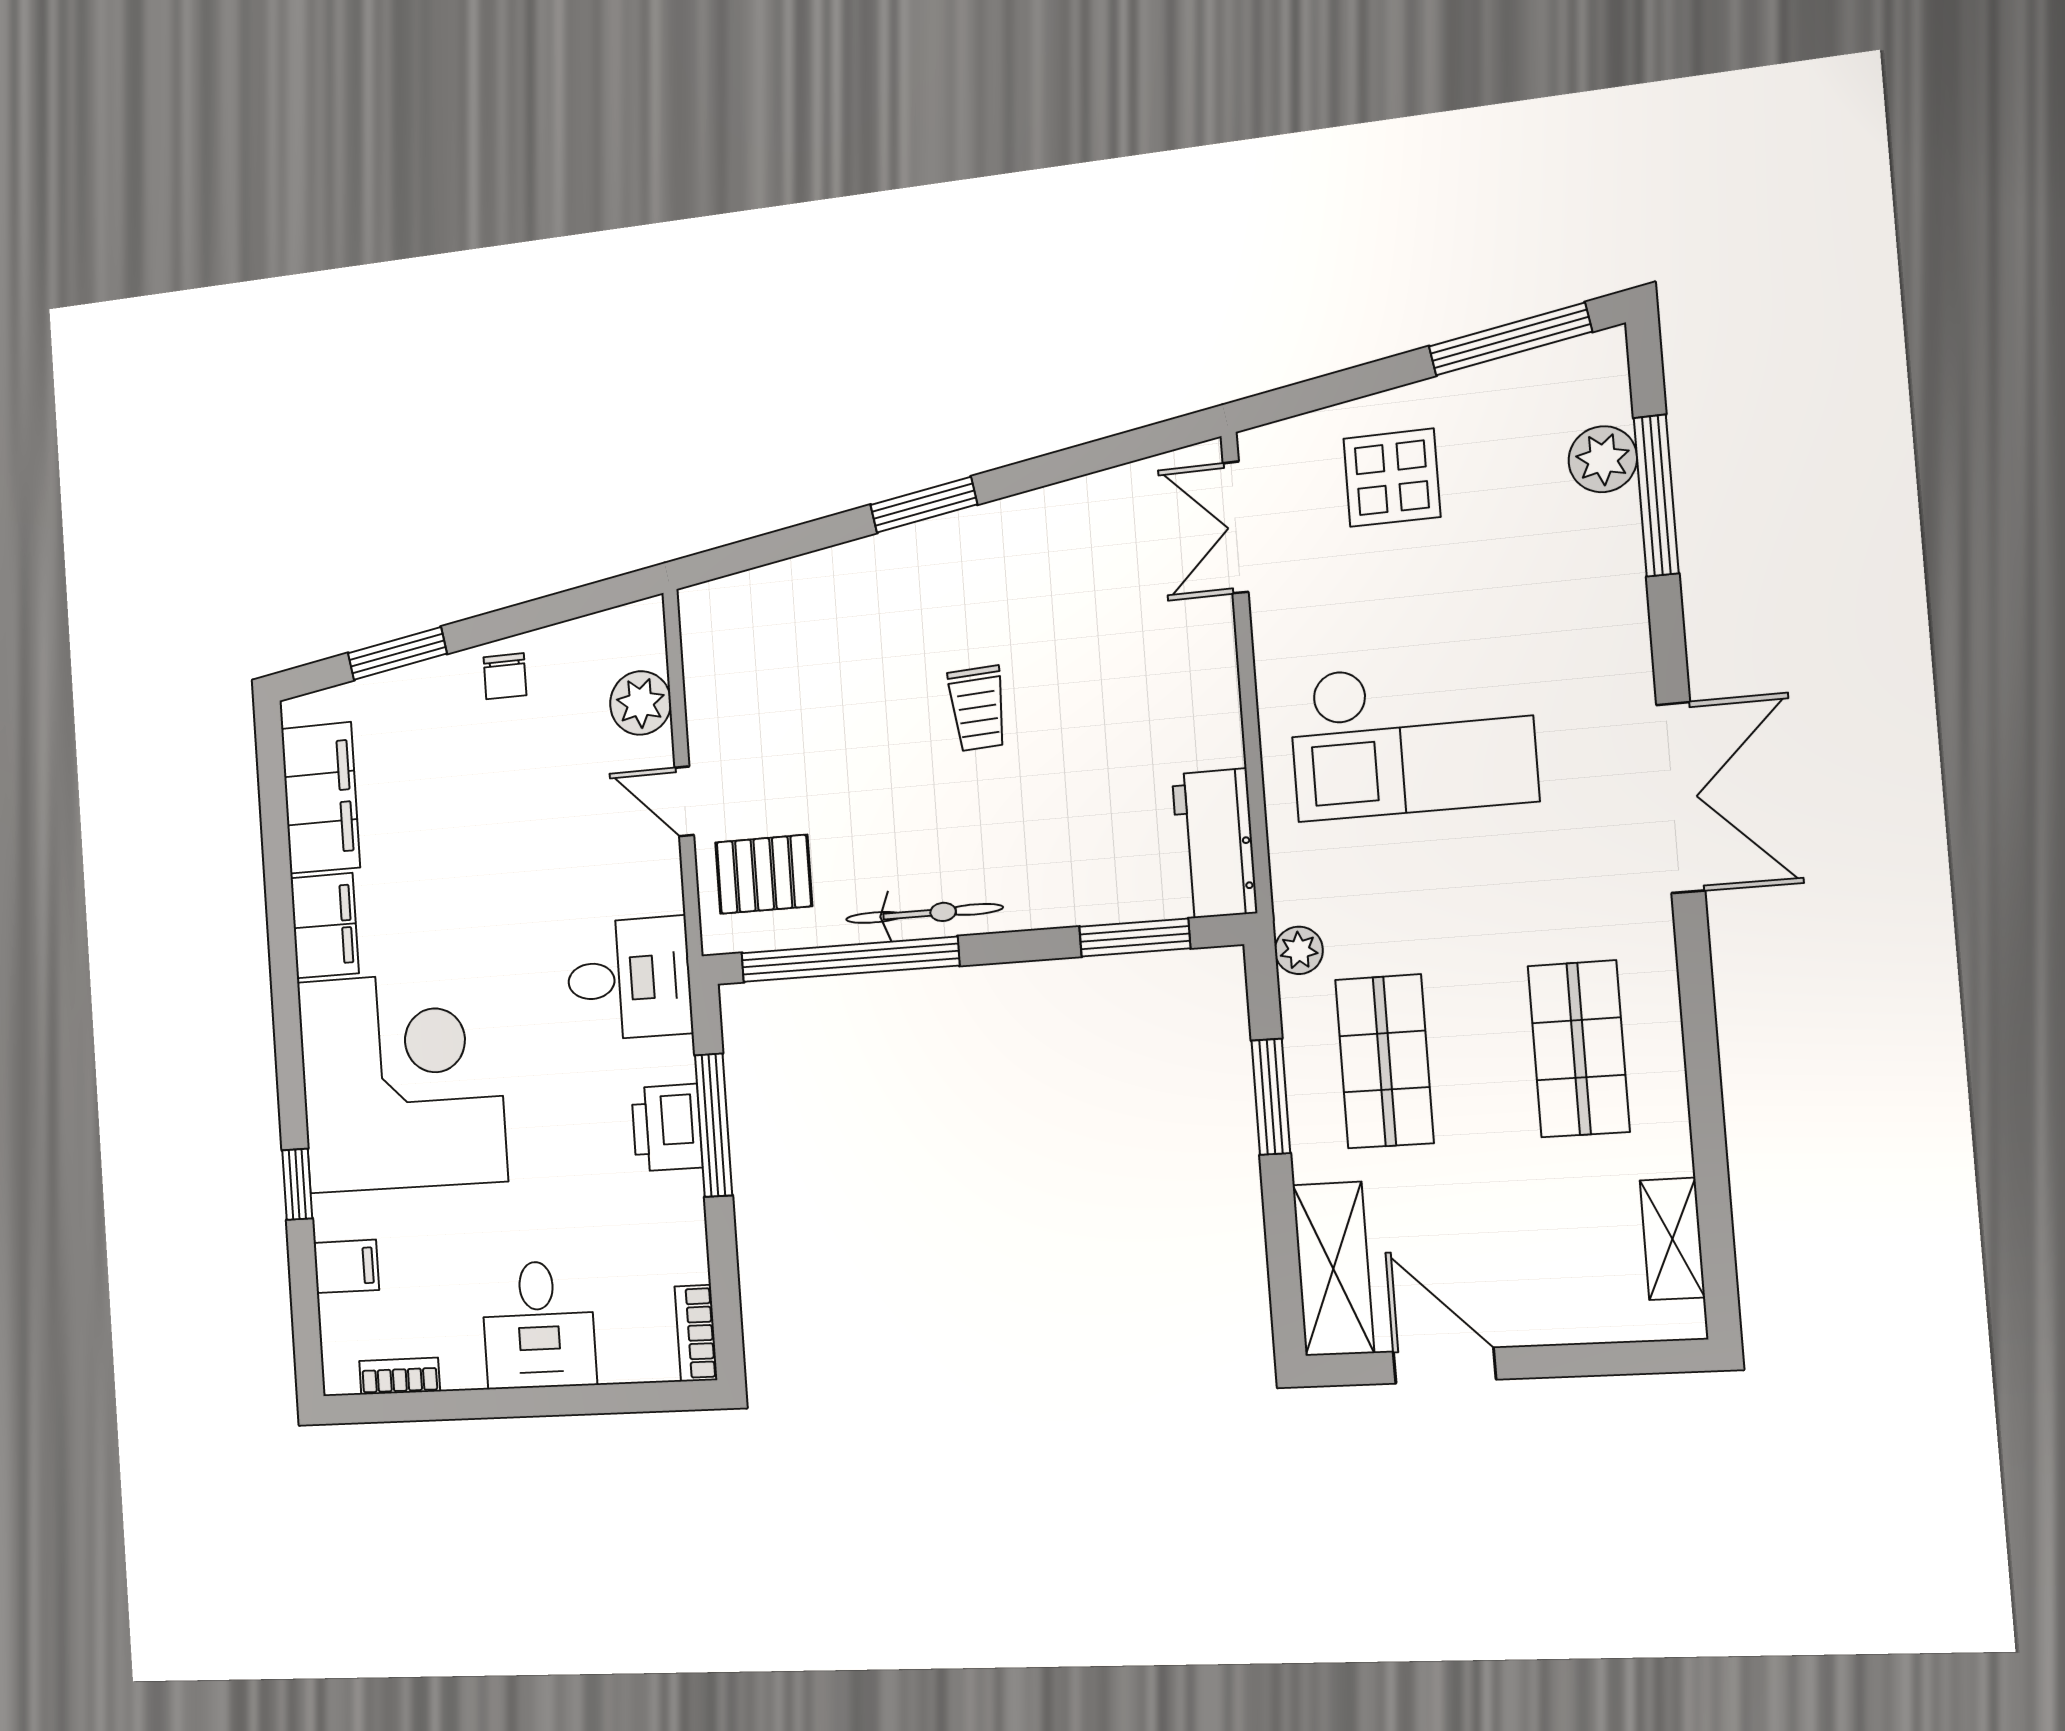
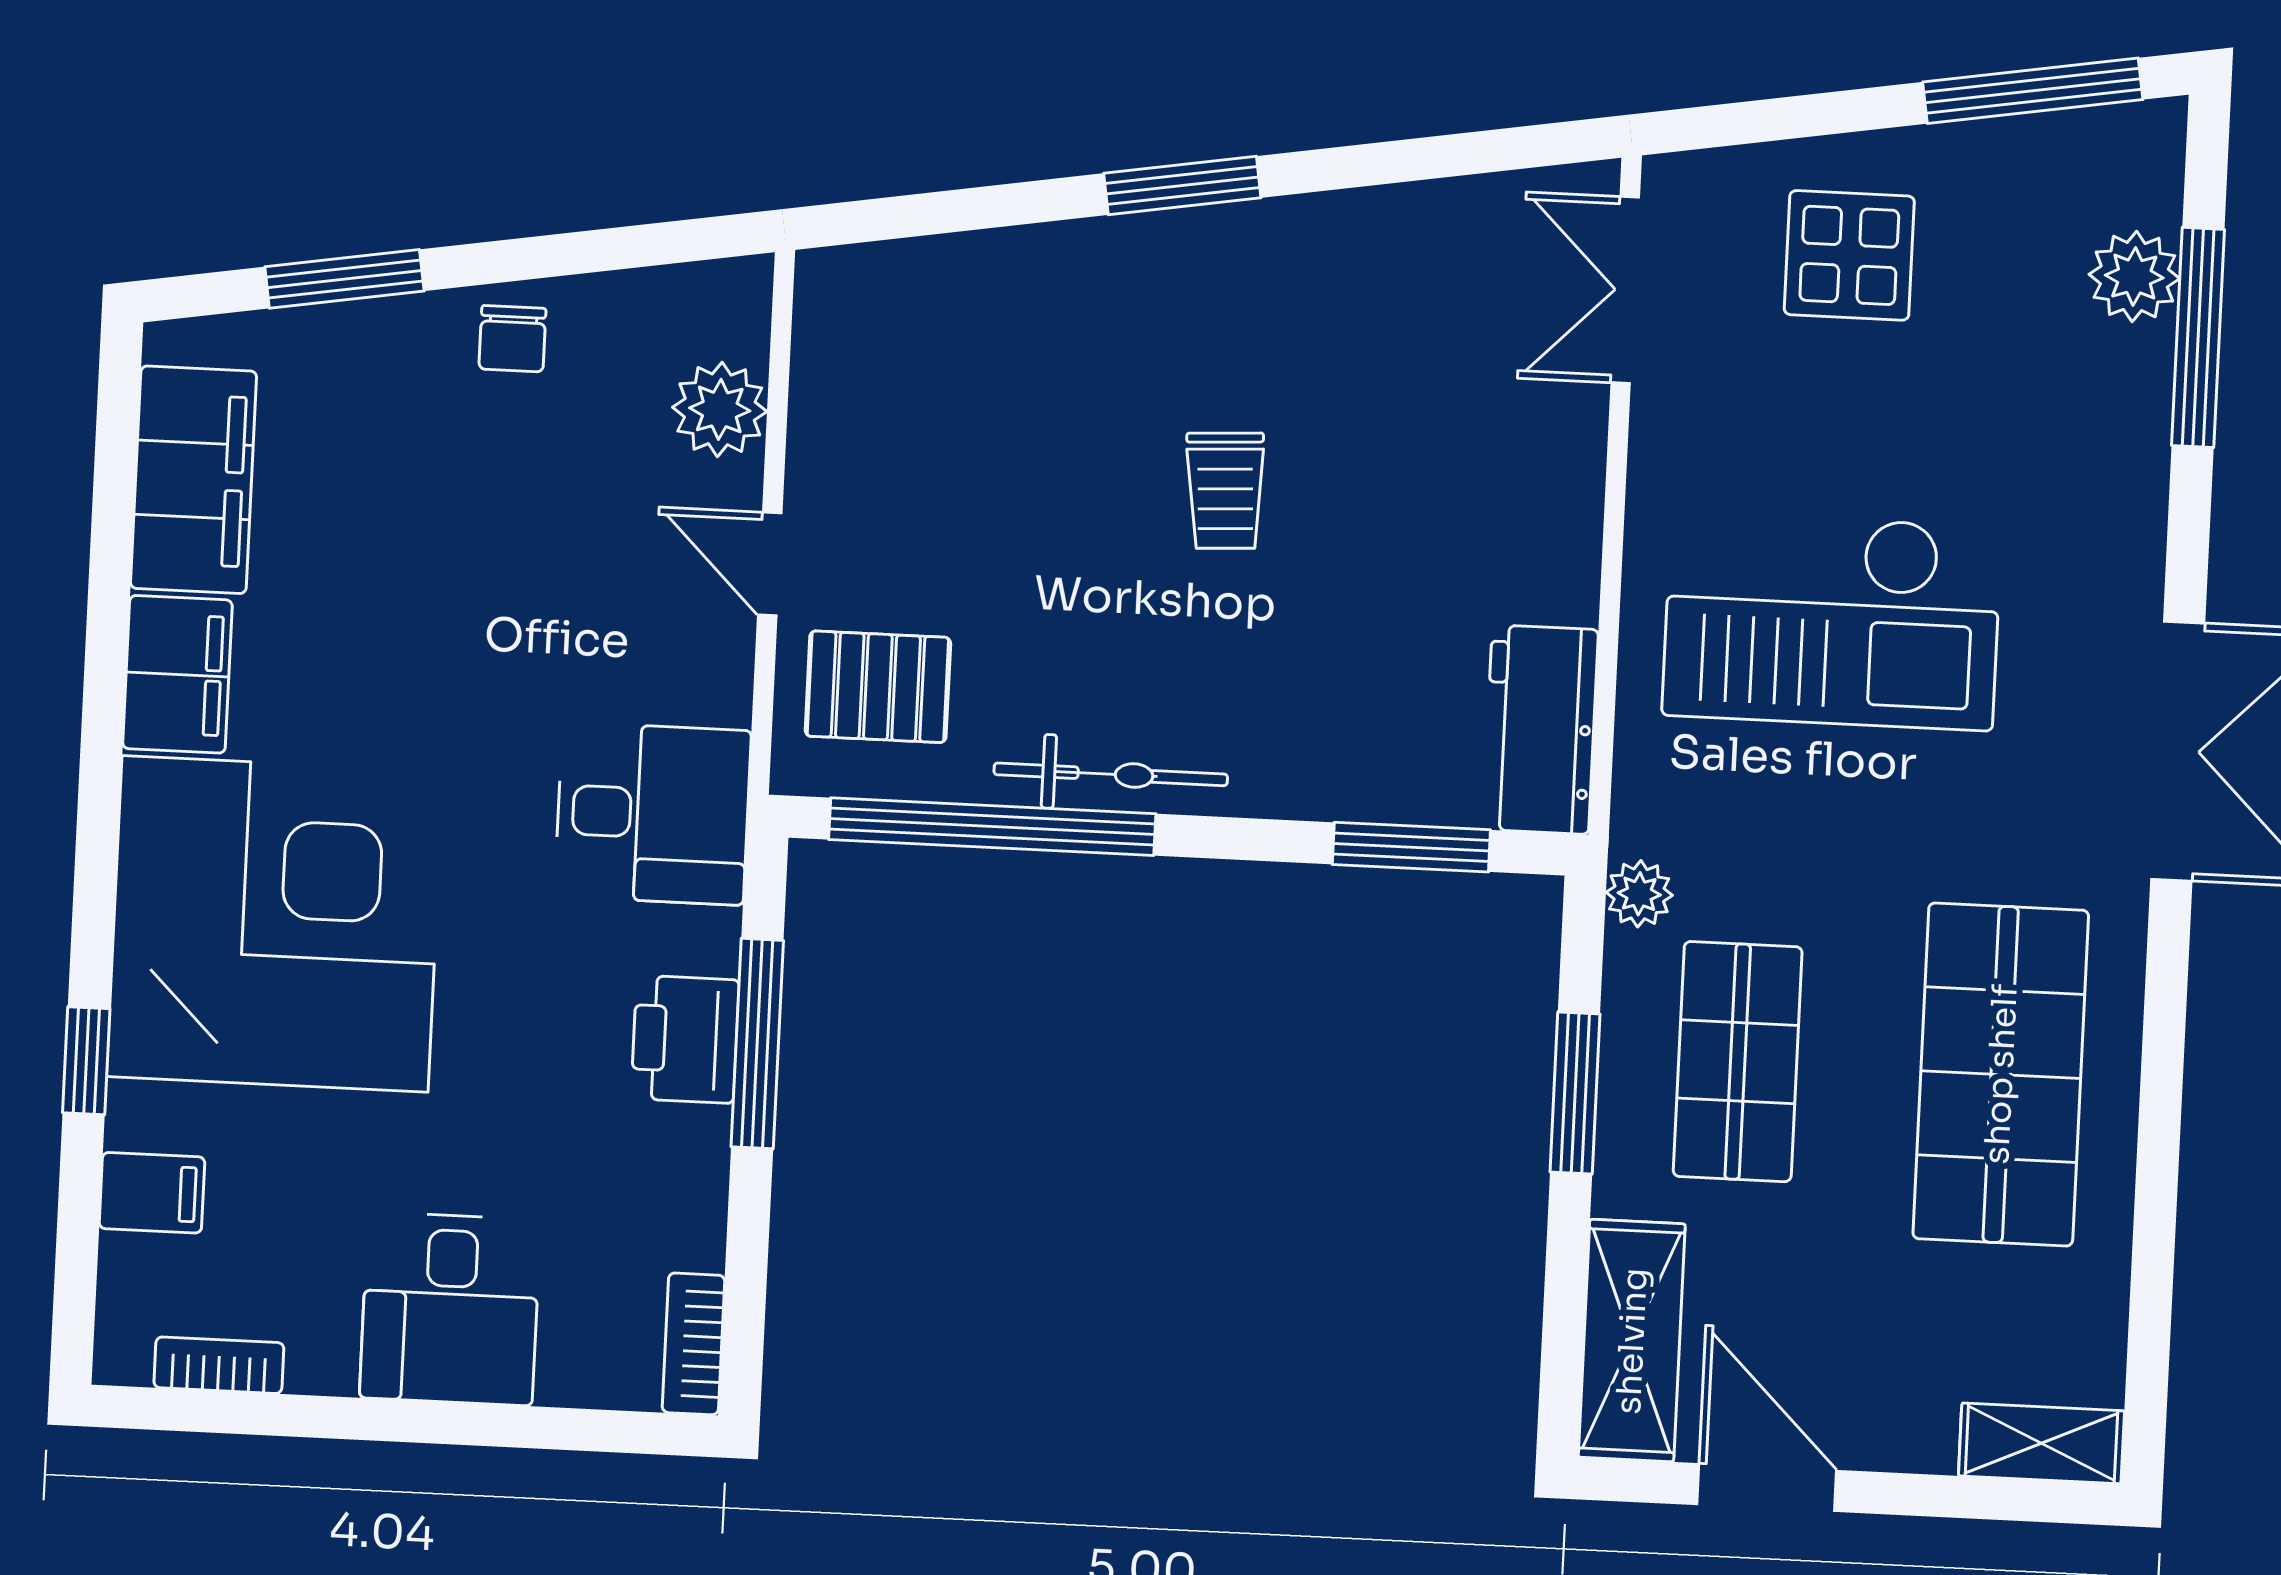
shop shelf: (1579, 1049) -> (2001, 1074), width x1.43, depth x1.36
shelving: (1672, 1239) -> (2041, 1443), moved, turned 90

